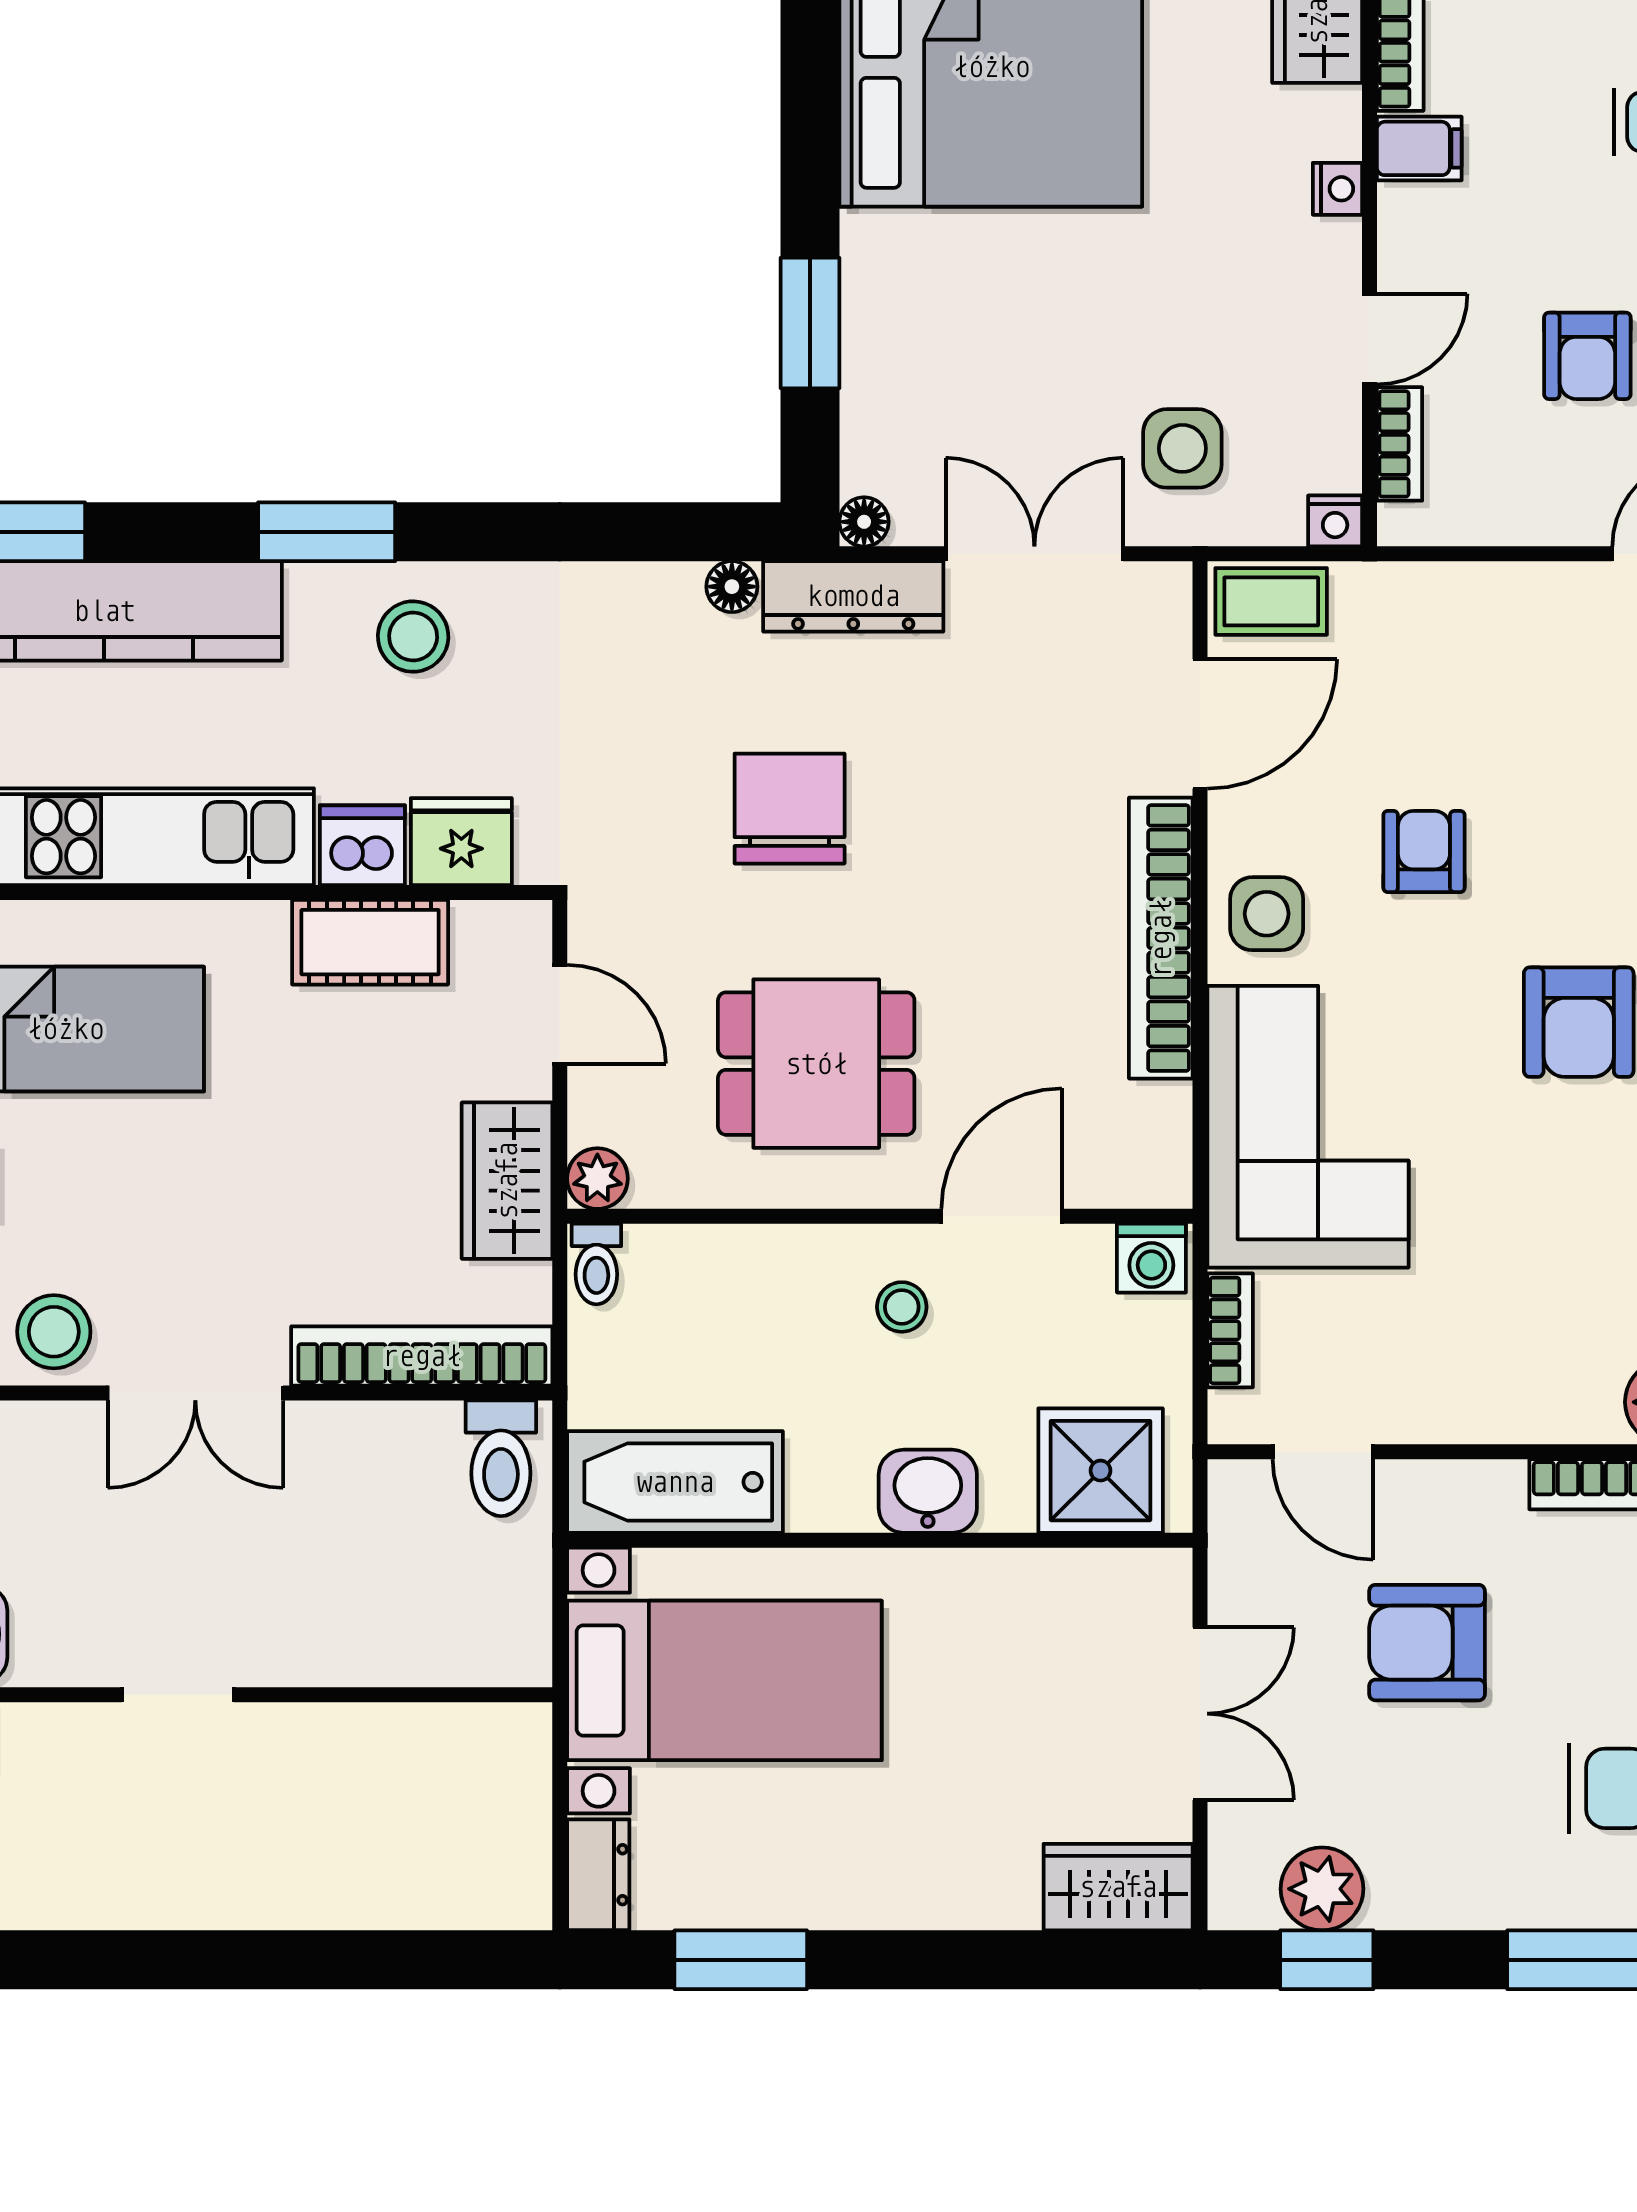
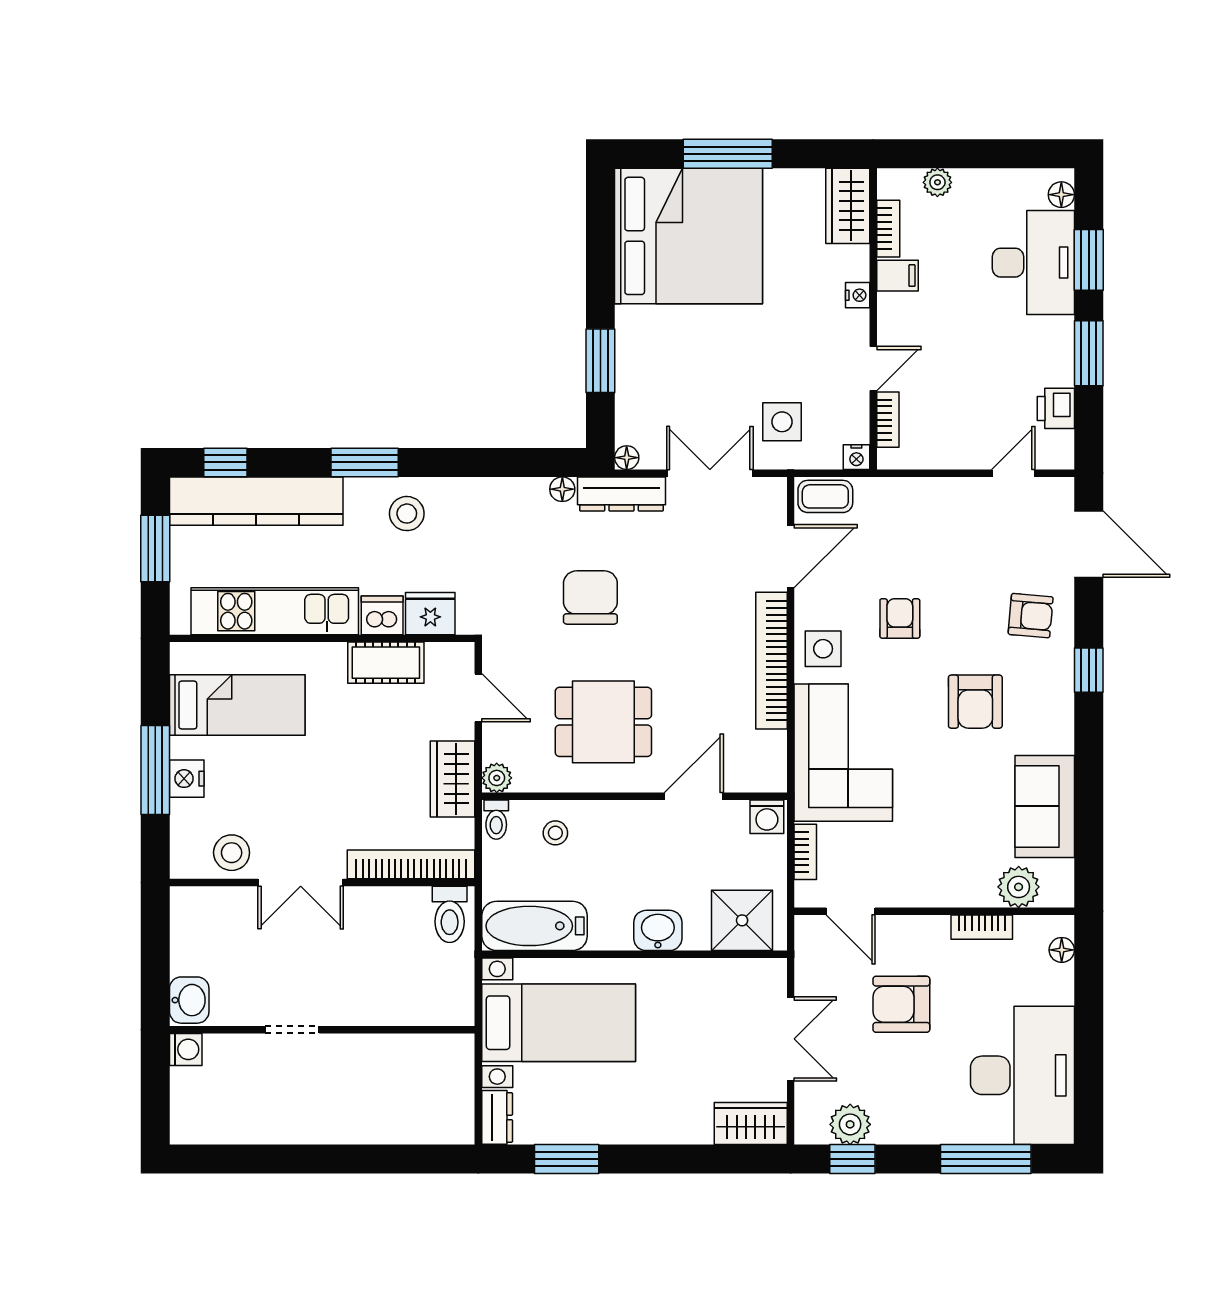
armchair: (1587, 356) -> (980, 377), removed
stool: (902, 1307) -> (555, 833), moved

